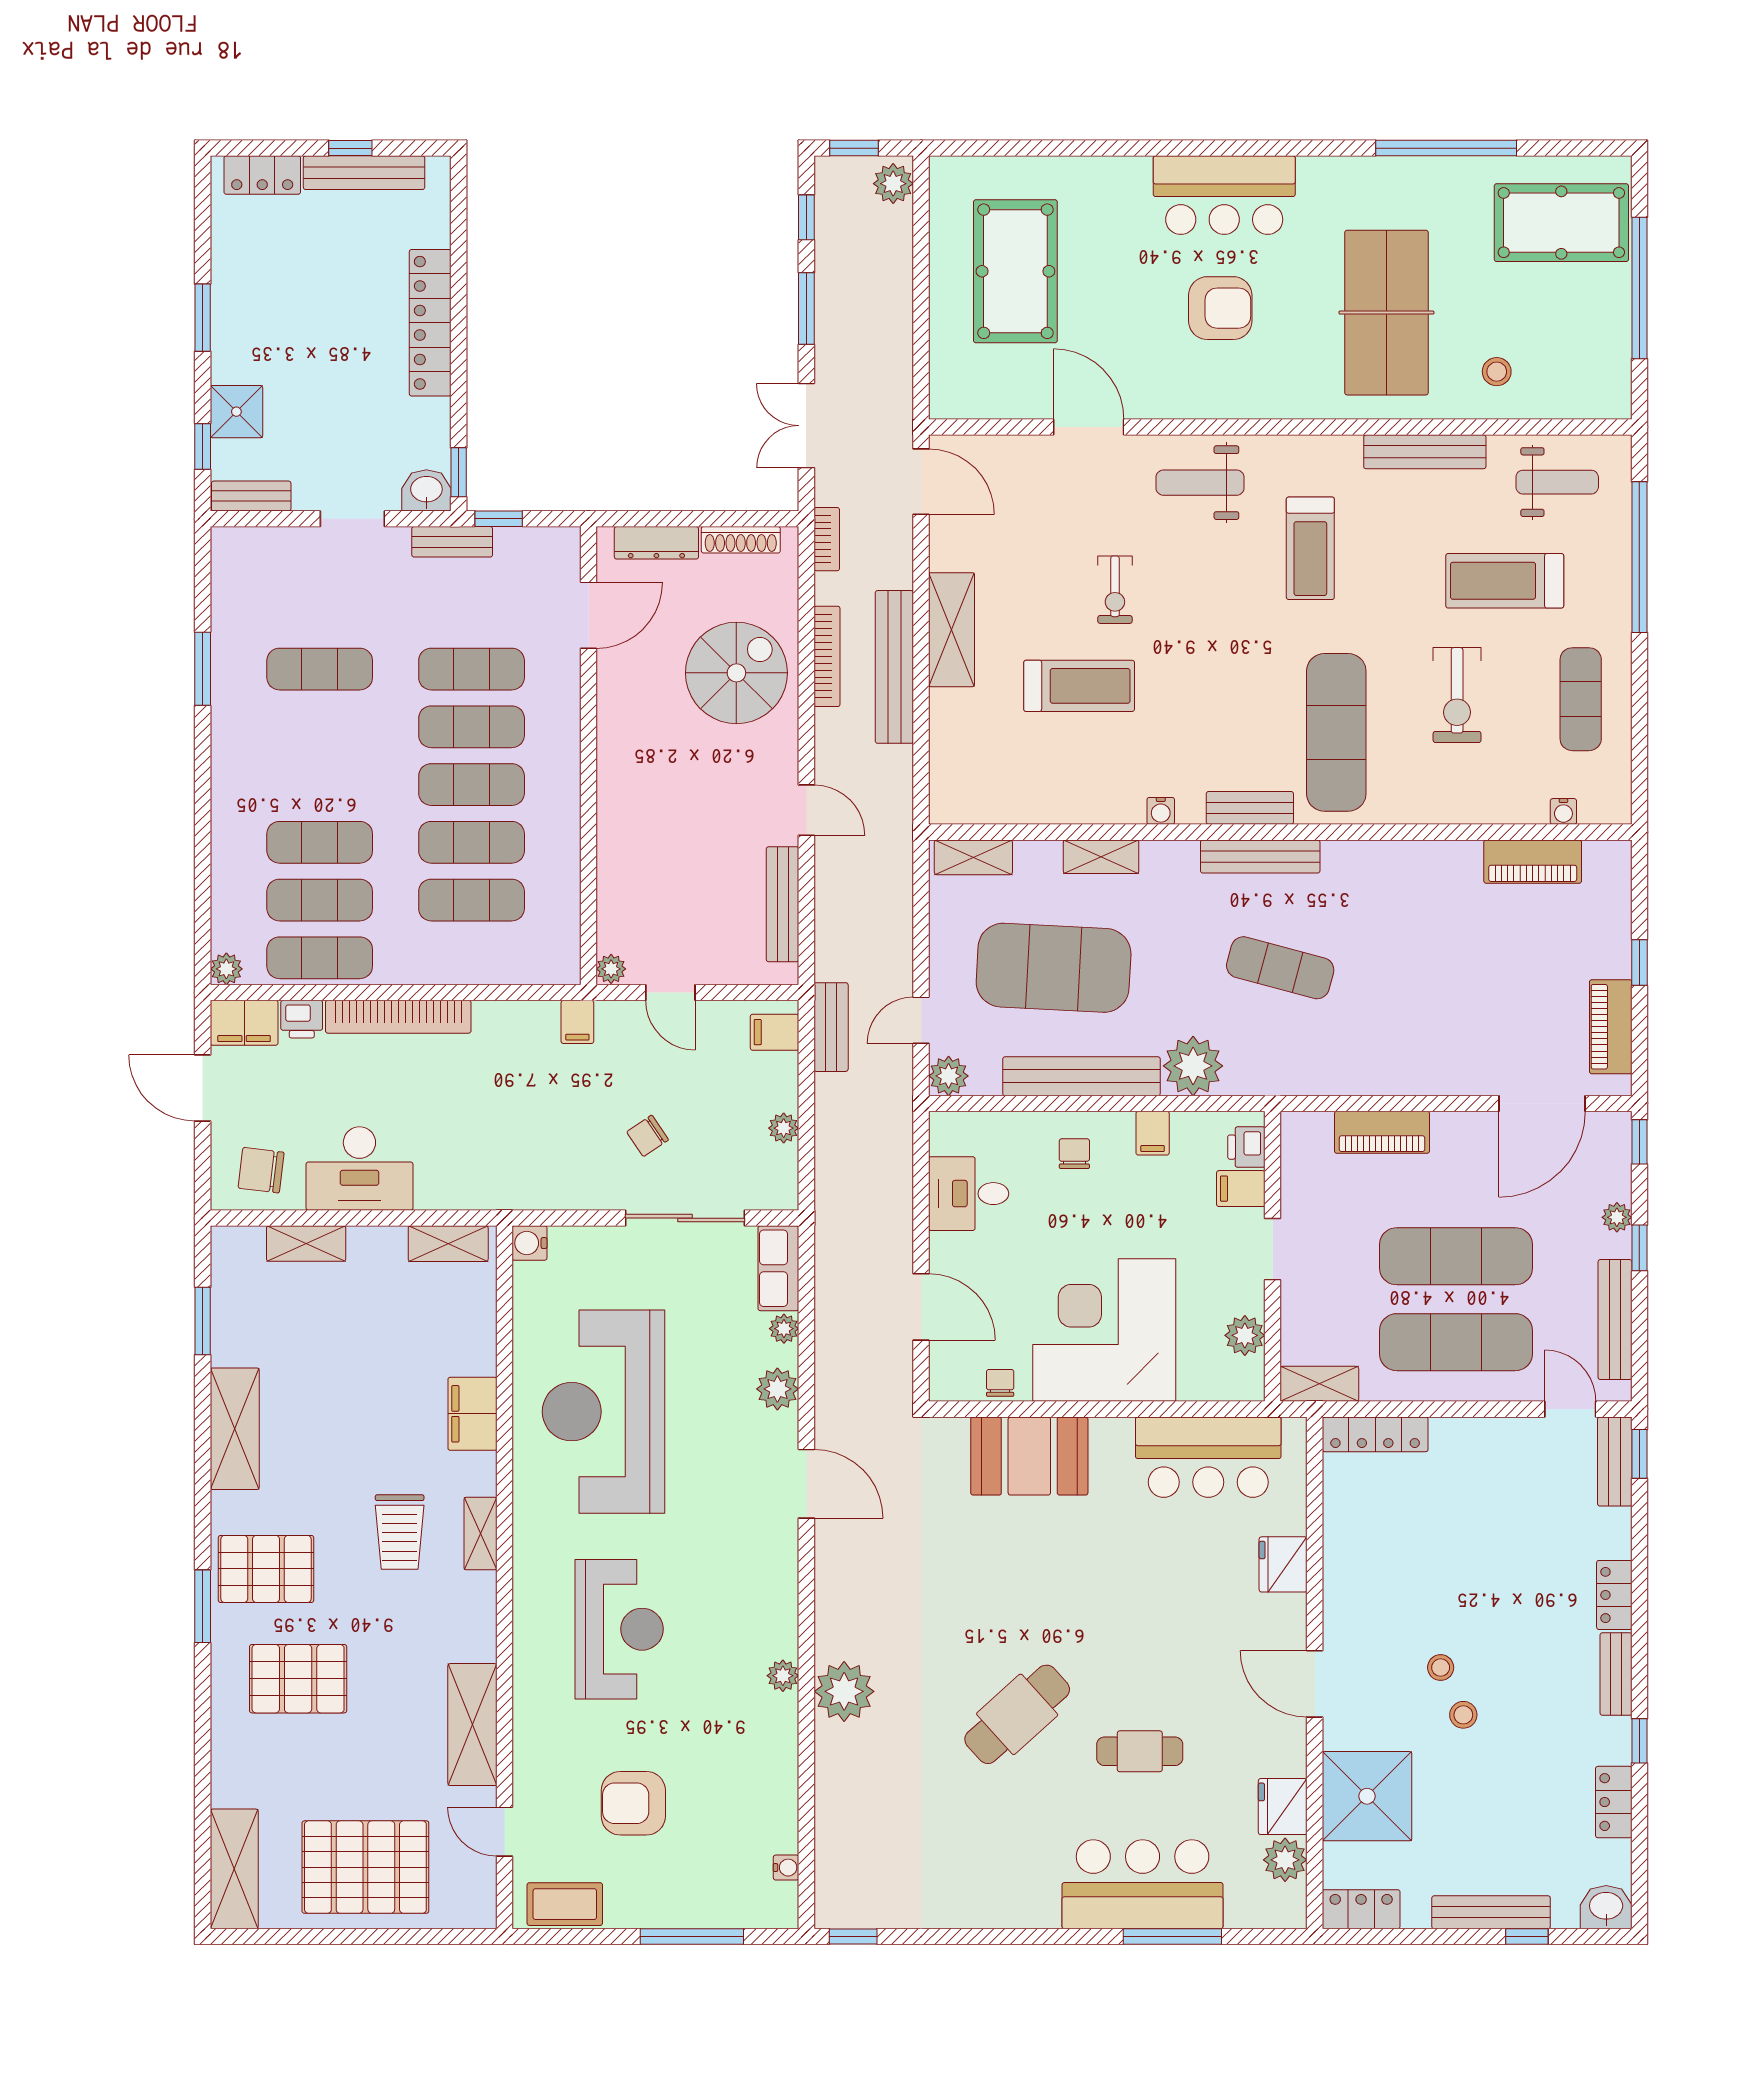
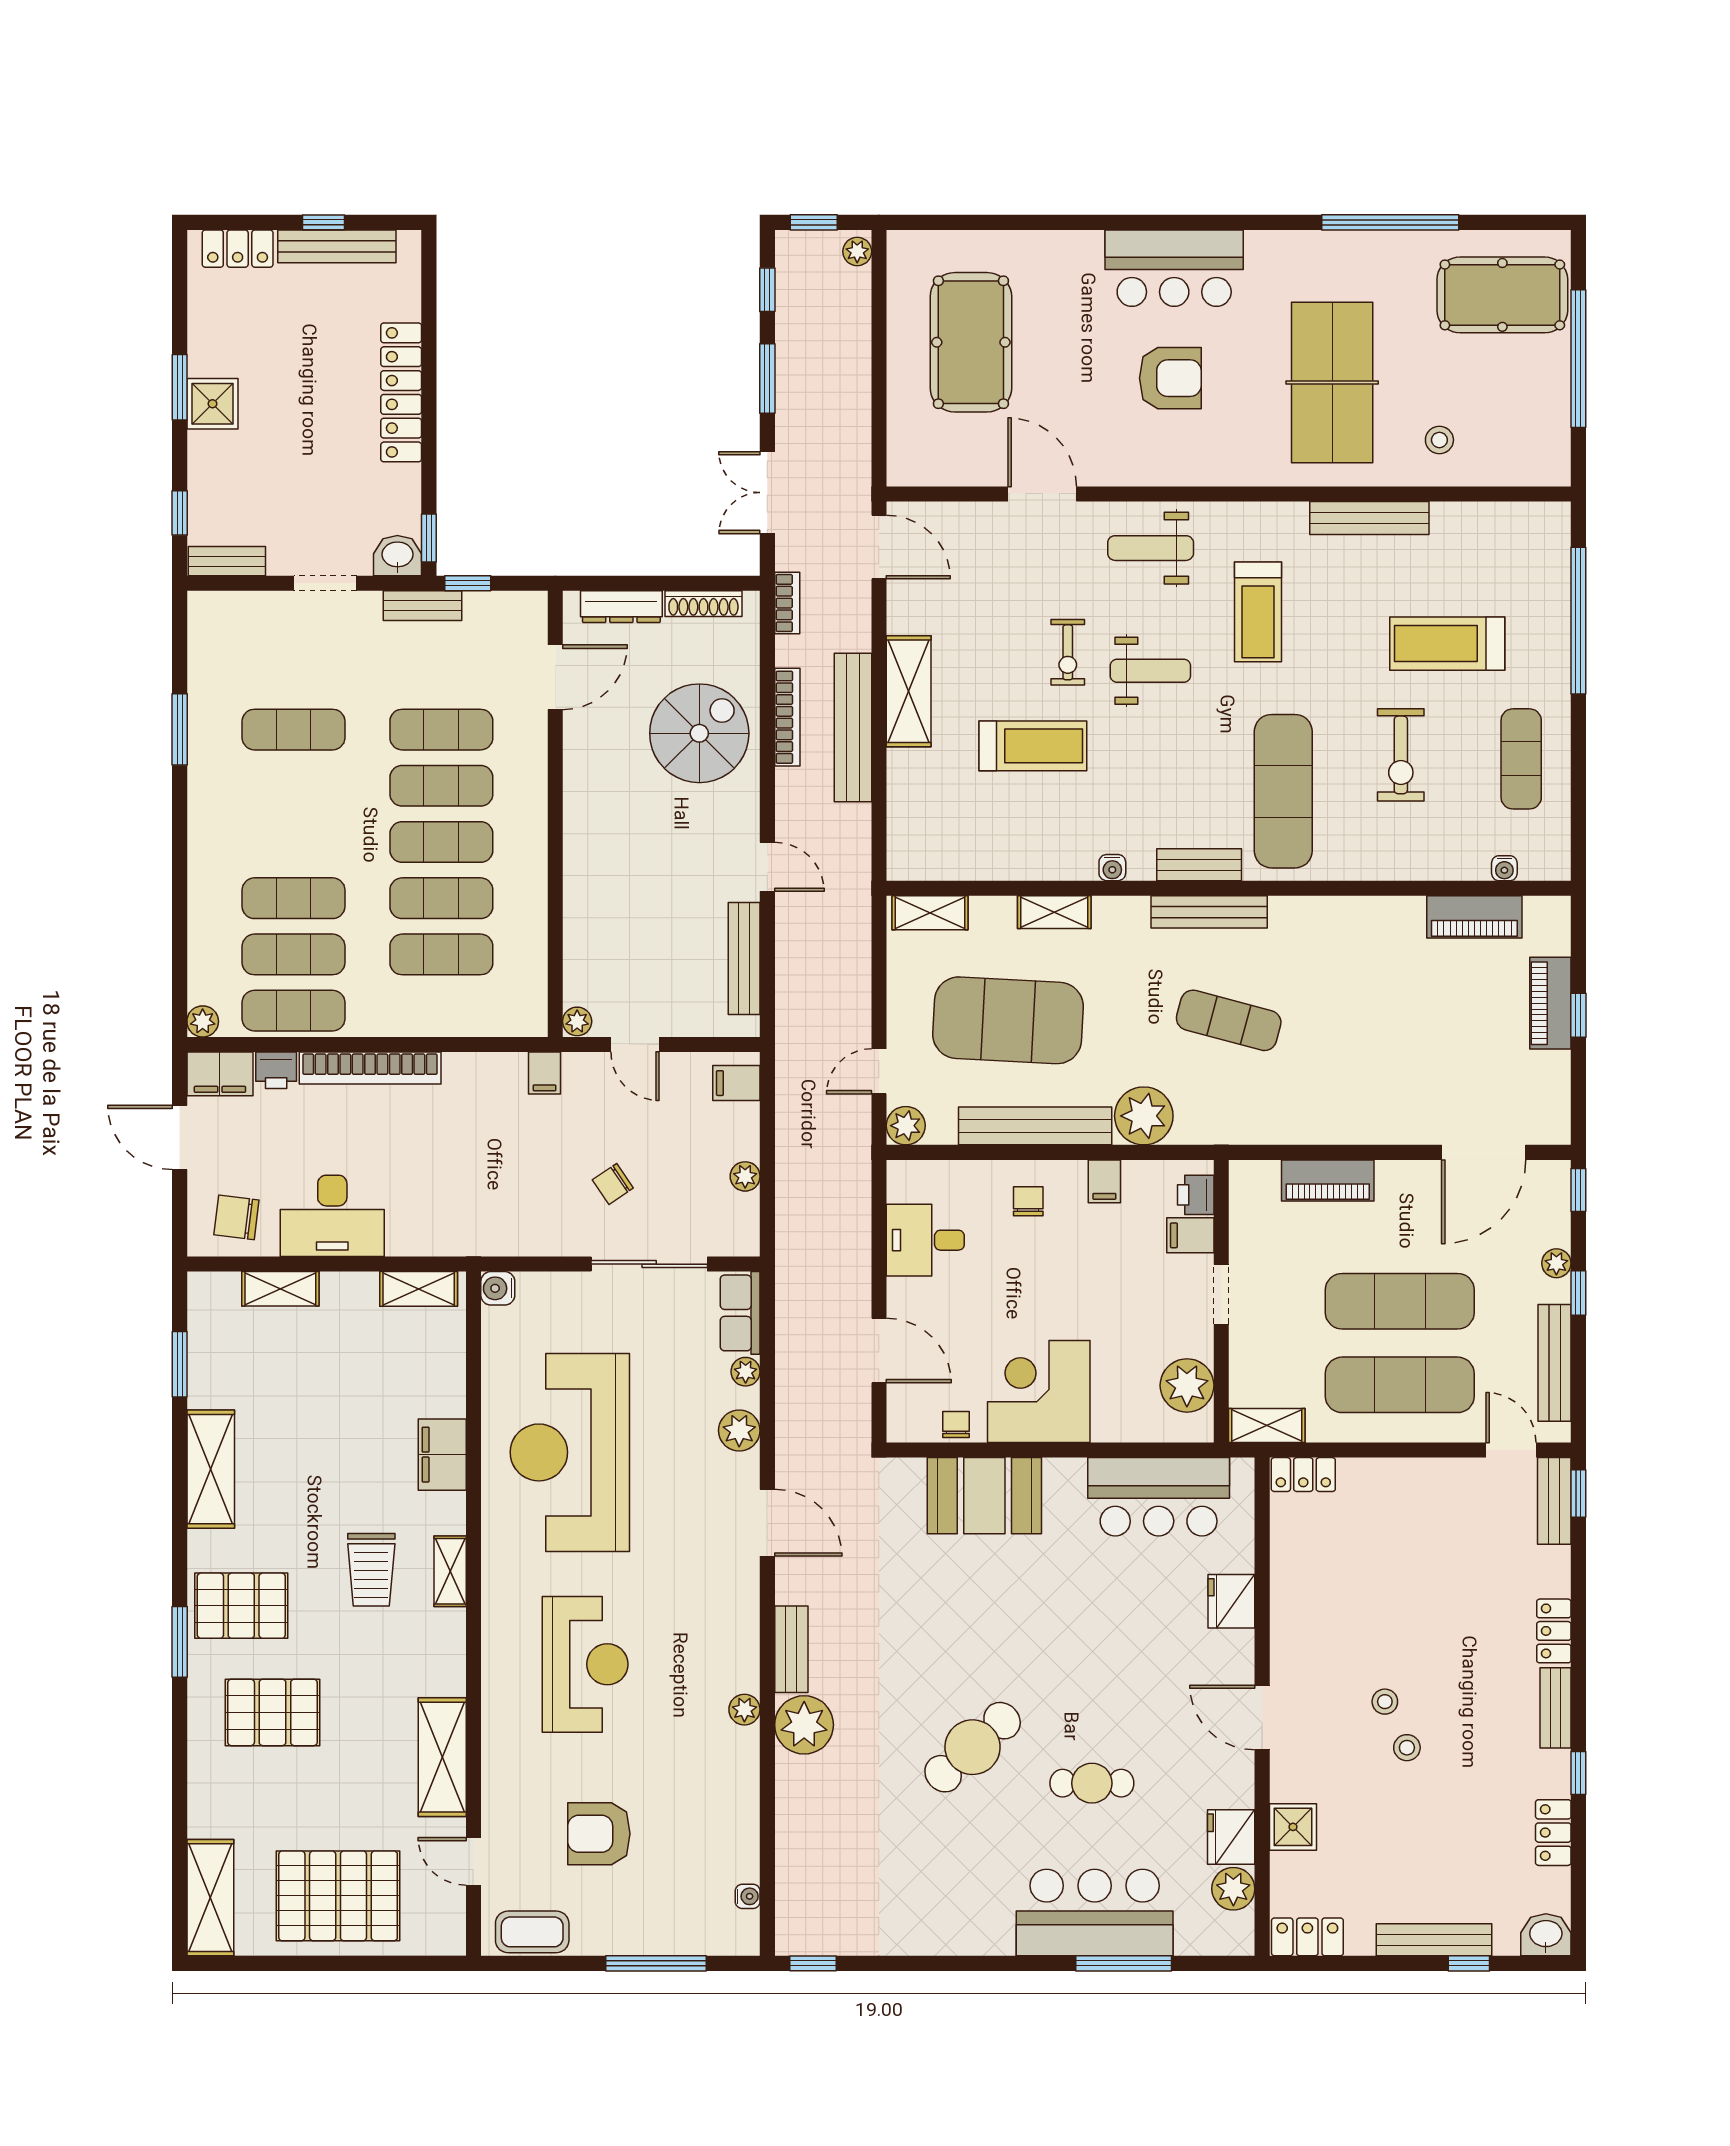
plant: (893, 184) -> (857, 251), width x0.73, depth x0.73
shower: (236, 412) -> (212, 404), moved
weight bench: (1557, 482) -> (1150, 671), moved
bench: (831, 1027) -> (791, 1649), moved
piano: (1611, 1027) -> (1550, 1003), moved
corner desk: (1104, 1330) -> (1039, 1391), width x0.74, depth x0.74
plant: (1245, 1335) -> (1187, 1385), width x1.36, depth x1.36
locker: (1375, 1434) -> (1303, 1475), width x0.66
shower: (1367, 1796) -> (1293, 1827), width x0.54, depth x0.54

